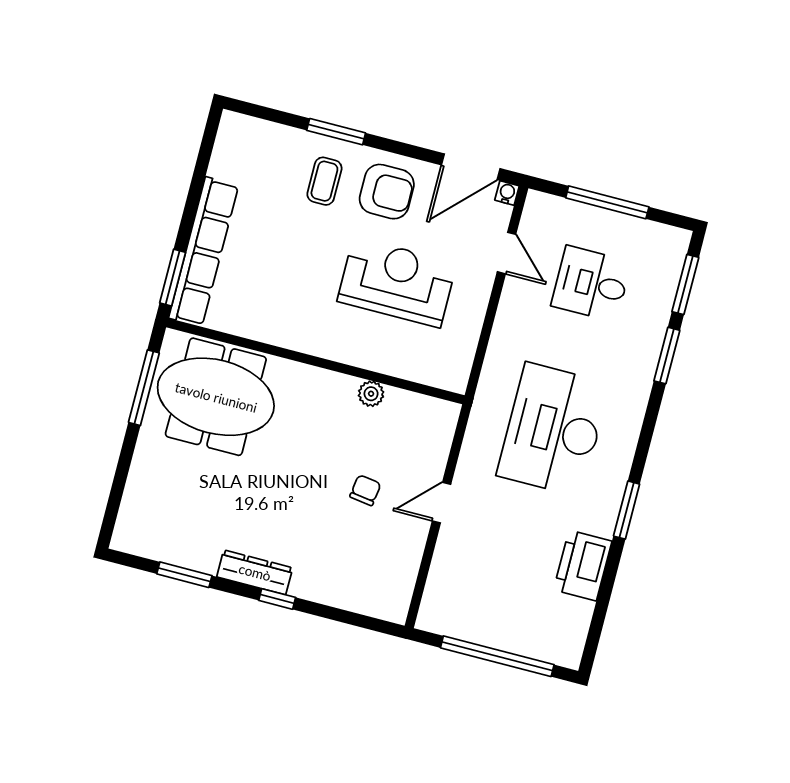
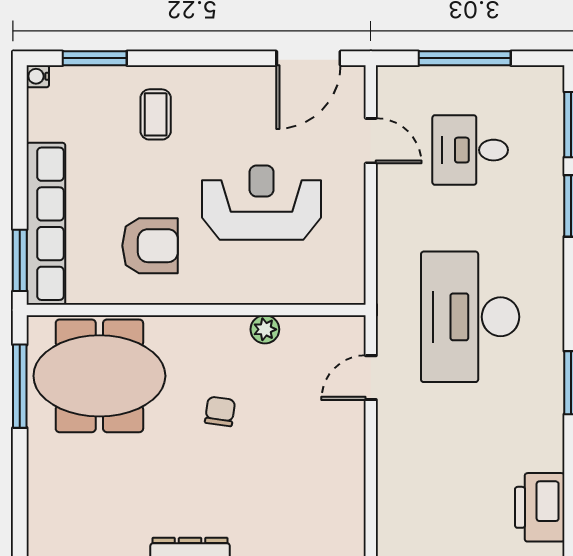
window: (336, 132) -> (95, 58), moved
armchair: (387, 192) -> (150, 246), moved
water cooler: (507, 193) -> (38, 76), moved, turned -90
chair: (365, 490) -> (220, 411), moved
door: (442, 503) -> (371, 378), moved
printer: (583, 565) -> (540, 507), moved

